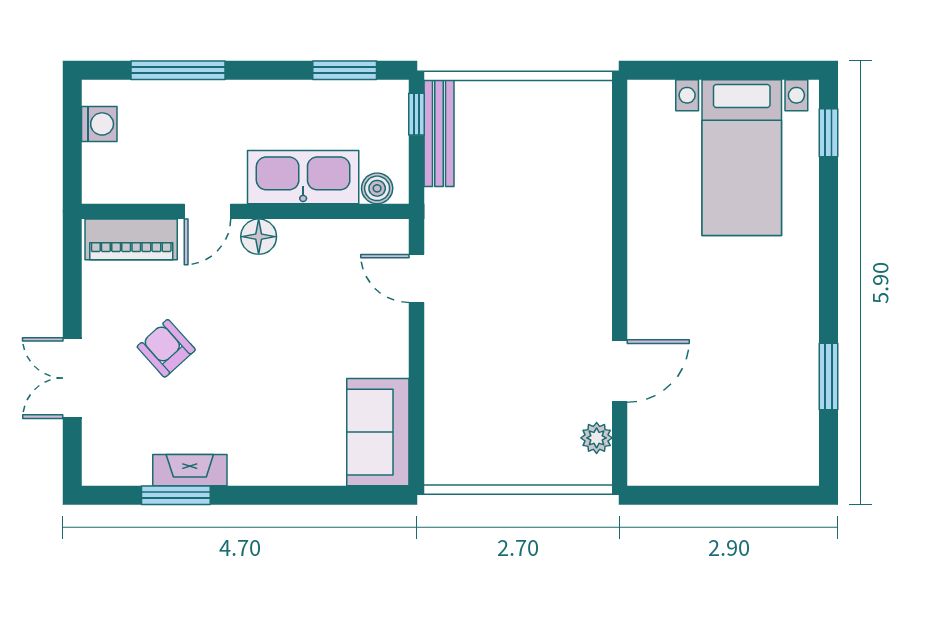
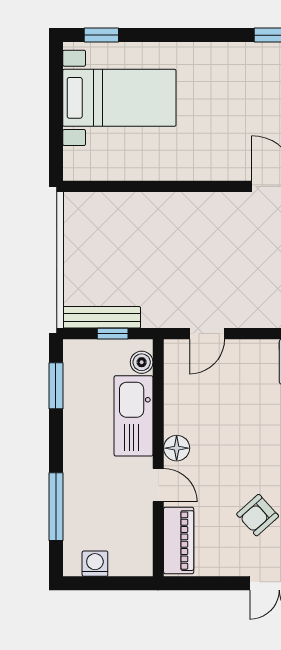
window: (416, 114) -> (113, 334), moved

